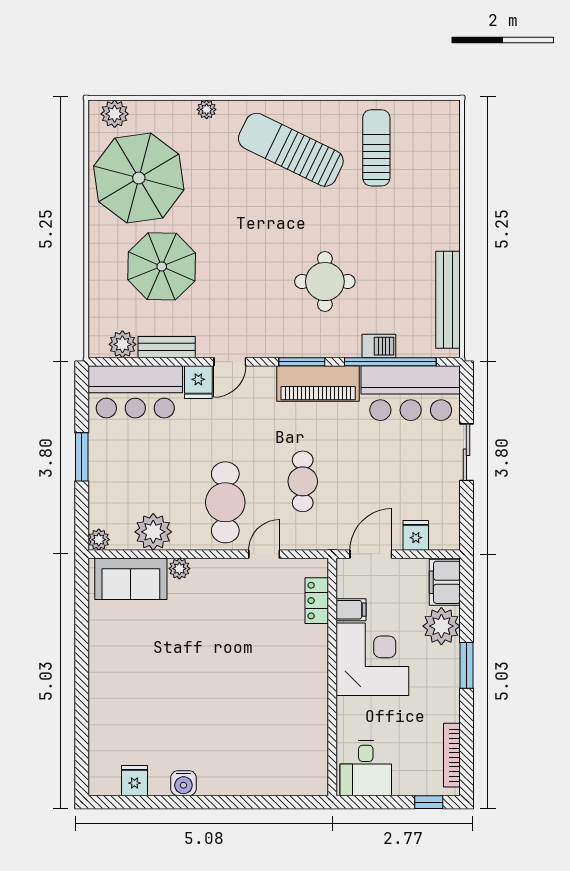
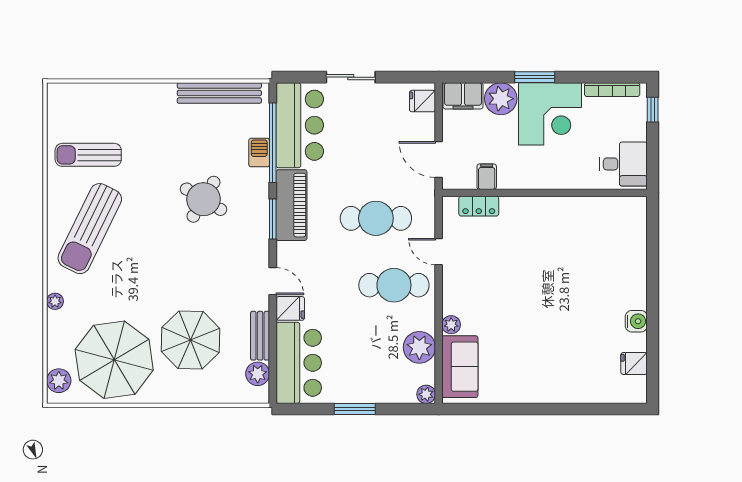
round table: (325, 282) -> (203, 199), turned 31
cafe table: (303, 481) -> (376, 218), width x1.37, depth x1.35
fridge: (416, 535) -> (422, 101), moved
corner desk: (372, 659) -> (550, 114), moved, turned 180

